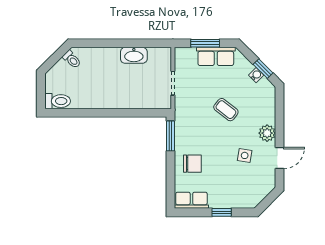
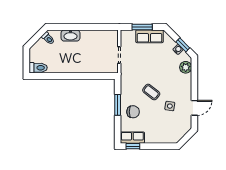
washbasin: (134, 55) -> (70, 36), moved
coffee table: (226, 110) -> (151, 92), moved
plant: (267, 133) -> (186, 67), moved
window: (170, 136) -> (118, 105), moved
window: (222, 212) -> (133, 146), moved

